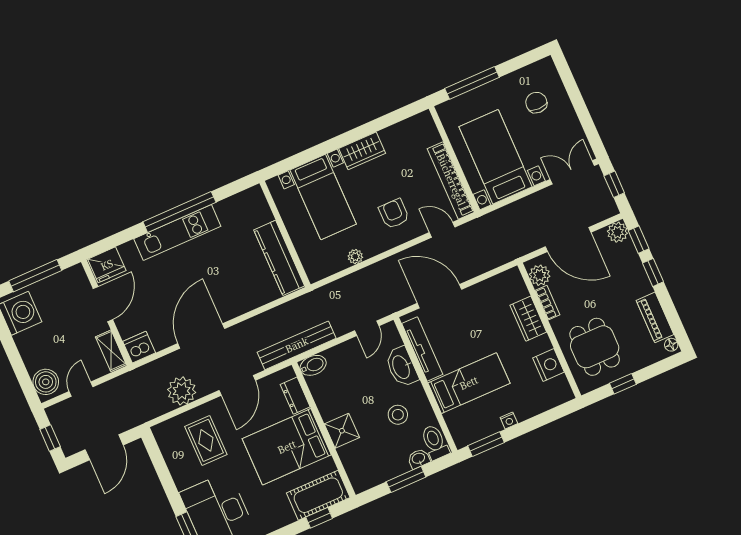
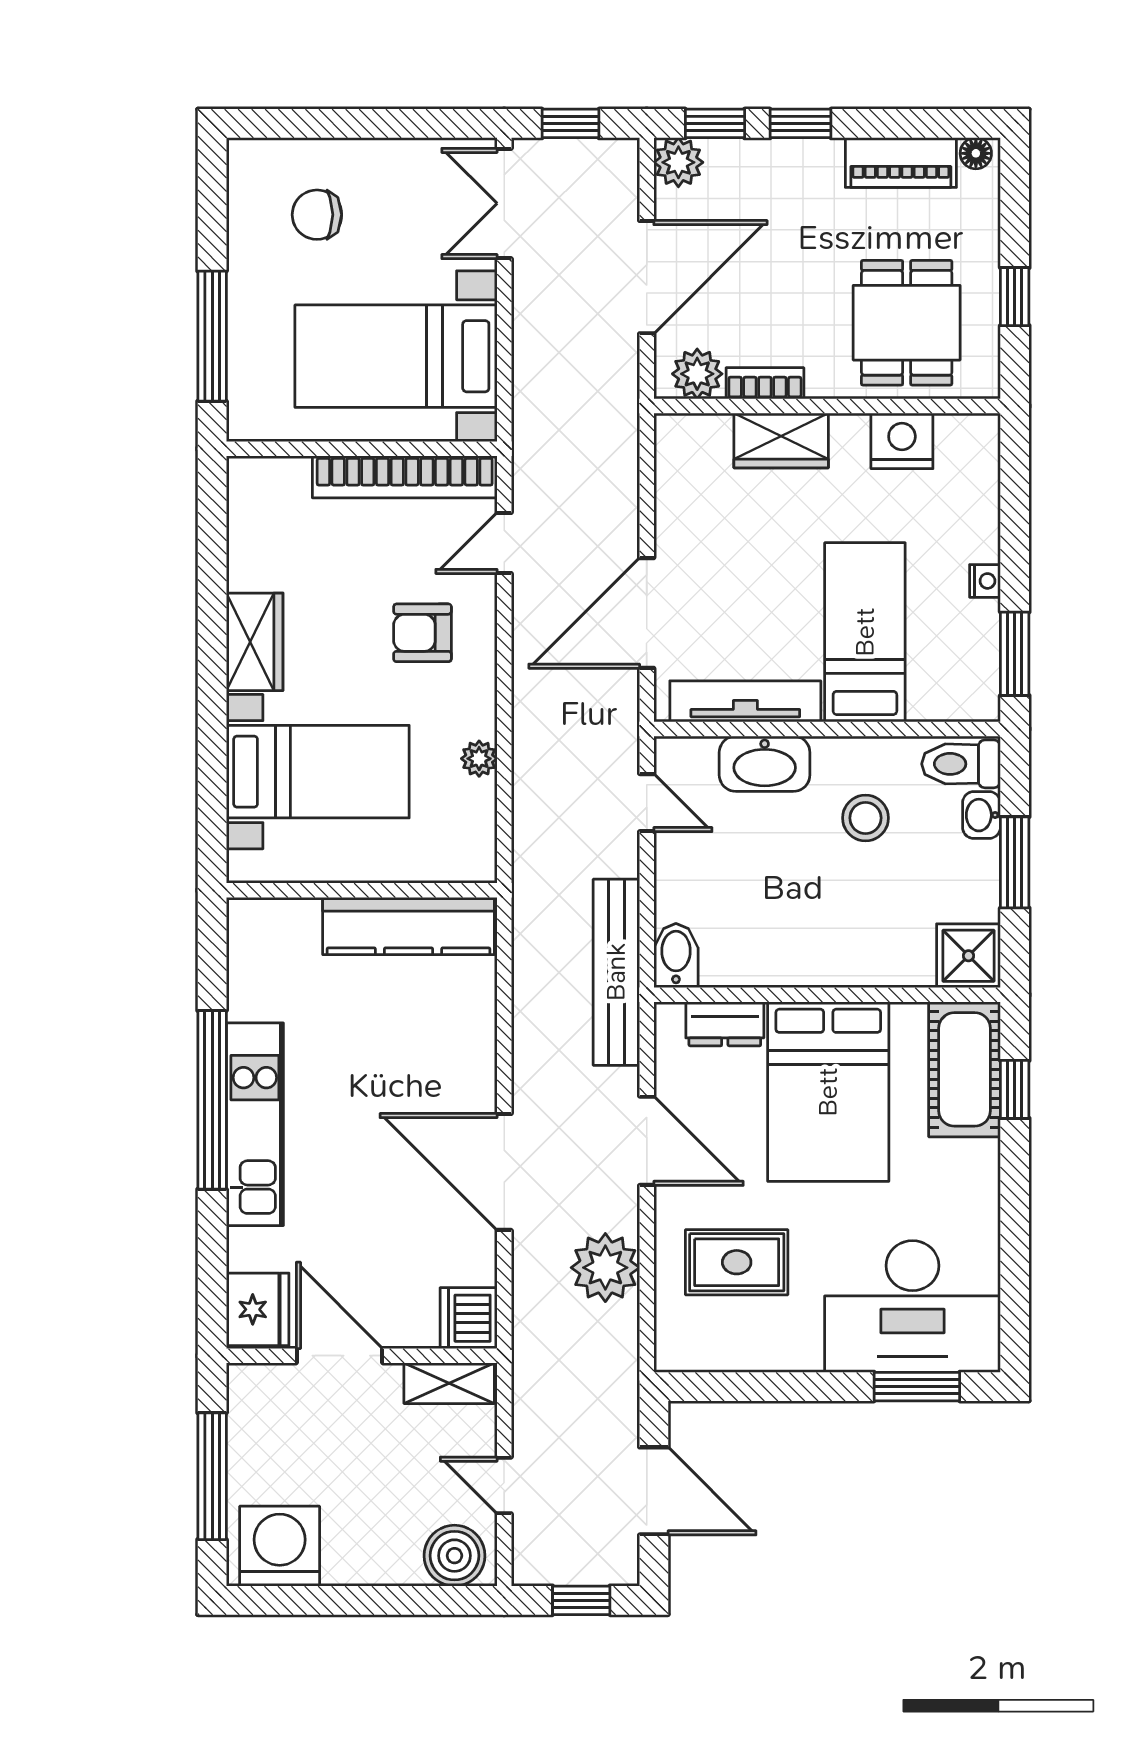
dining table: (595, 347) -> (907, 323), turned 90
shower: (342, 431) -> (968, 956), moved

